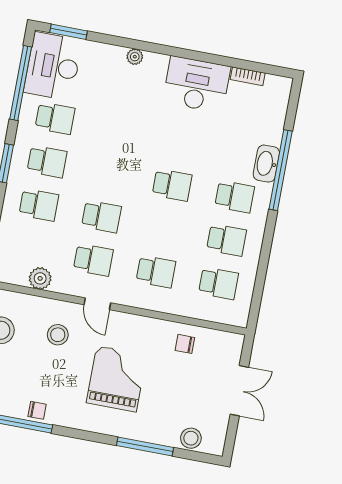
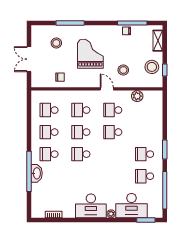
desk: (53, 66) -> (131, 206), moved, turned 90
desk: (197, 84) -> (91, 206), moved
school desk: (39, 205) -> (81, 132), moved
grand piano: (117, 379) -> (90, 54), turned 180
stool: (191, 438) -> (56, 43), moved

